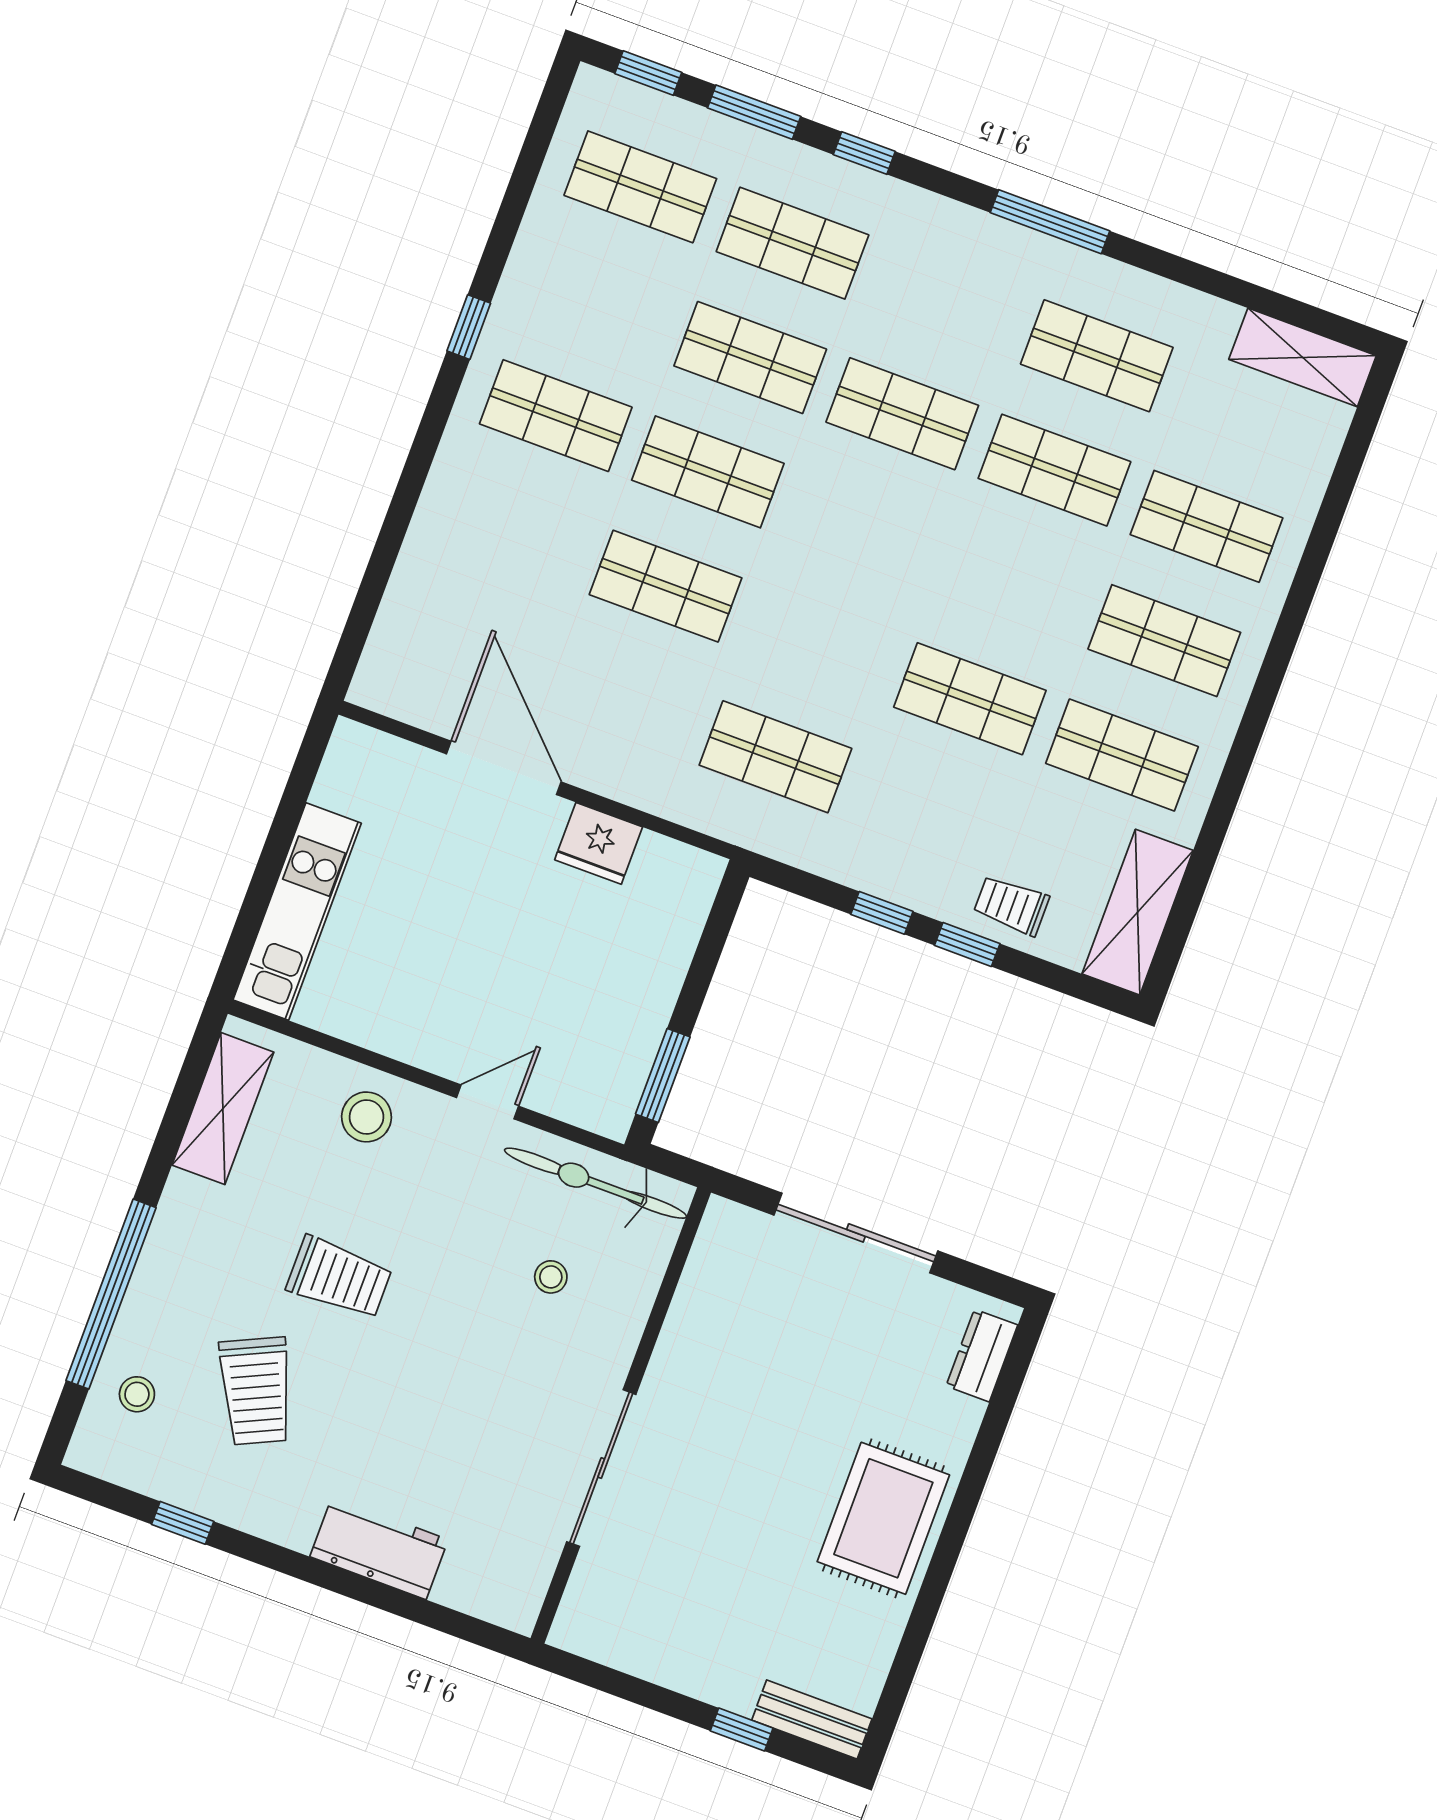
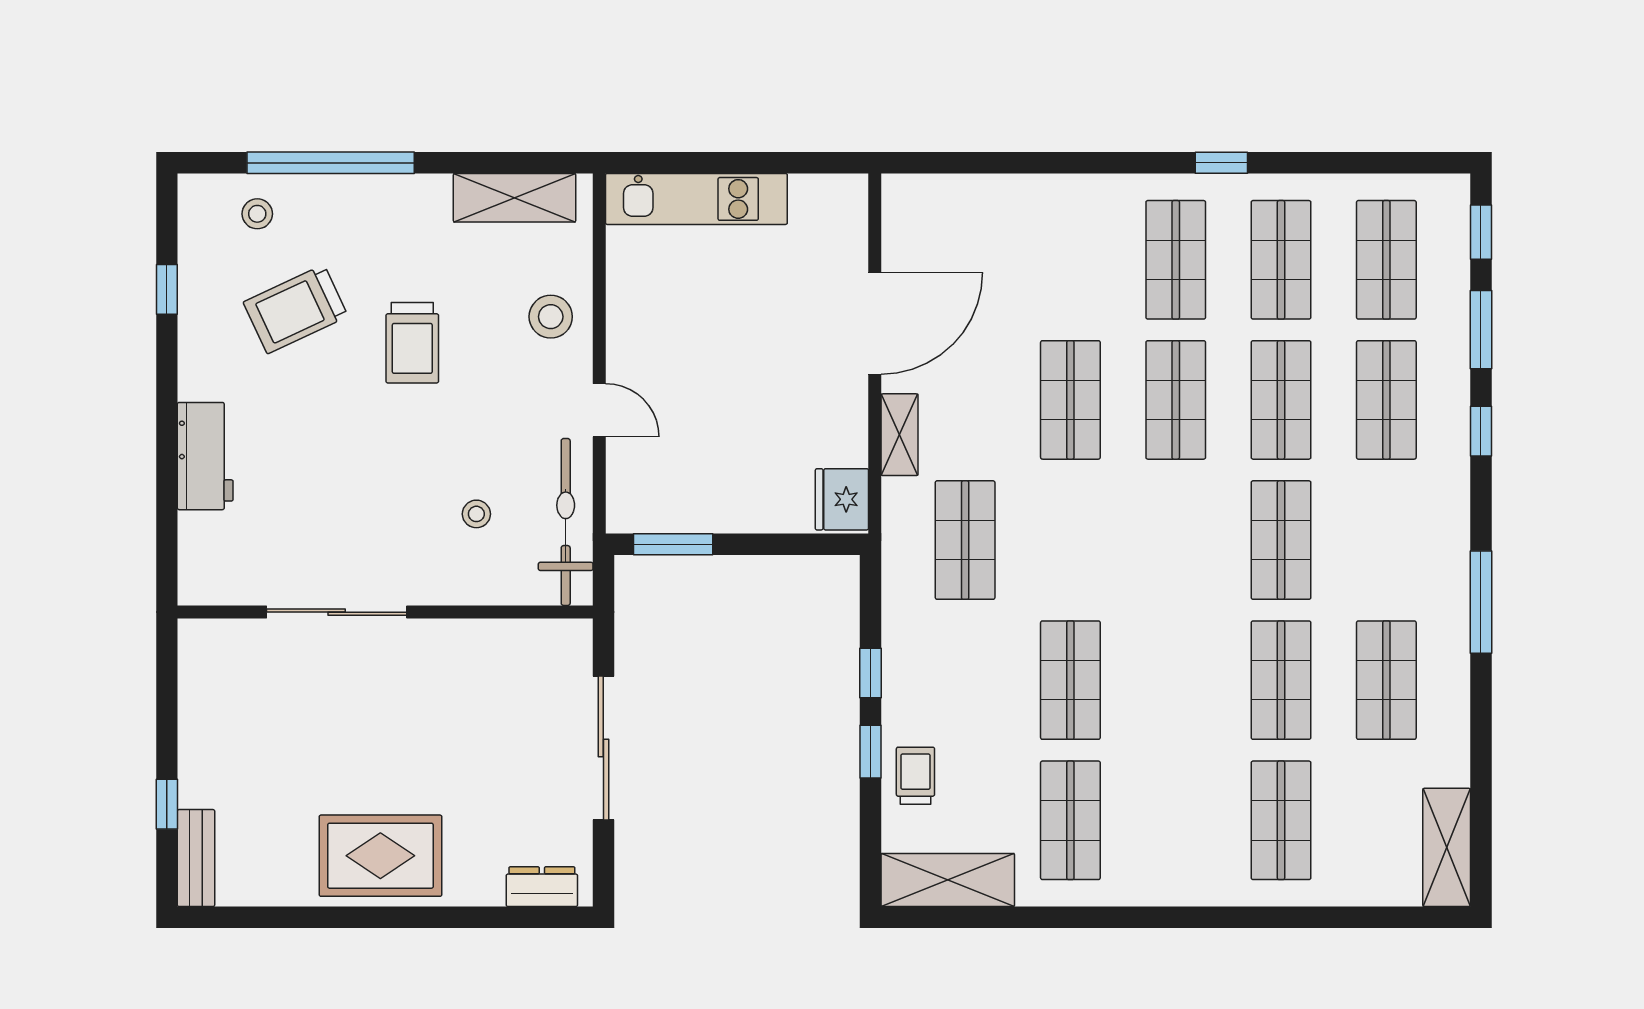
shop shelf: (1164, 641) -> (1281, 260), moved
shelving: (635, 786) -> (900, 435), added
fridge: (599, 843) -> (842, 499), moved

